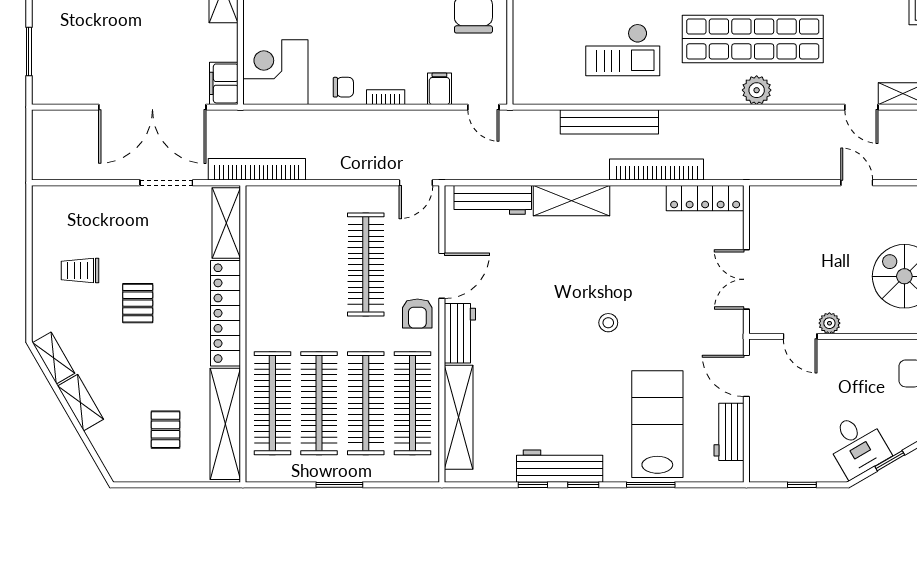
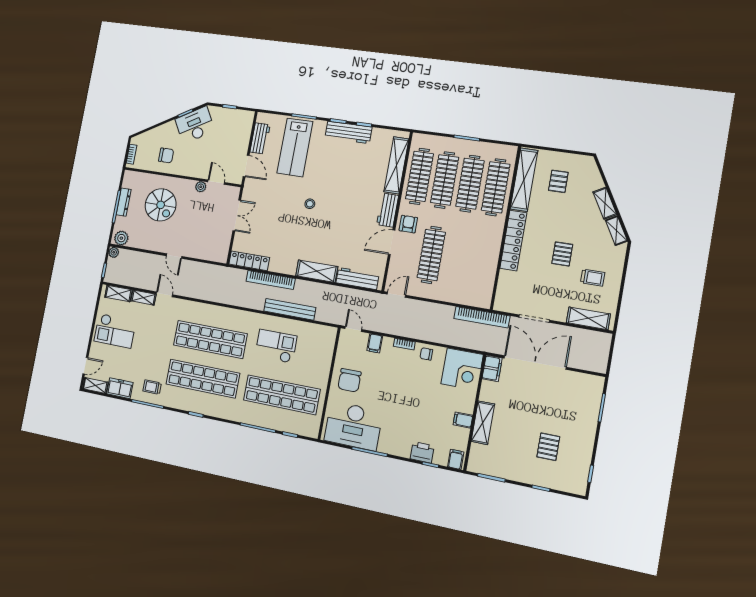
plant: (757, 90) -> (213, 312), removed
shelving: (226, 223) -> (588, 318), moved, turned 90
desk: (857, 445) -> (195, 125), width x1.37

